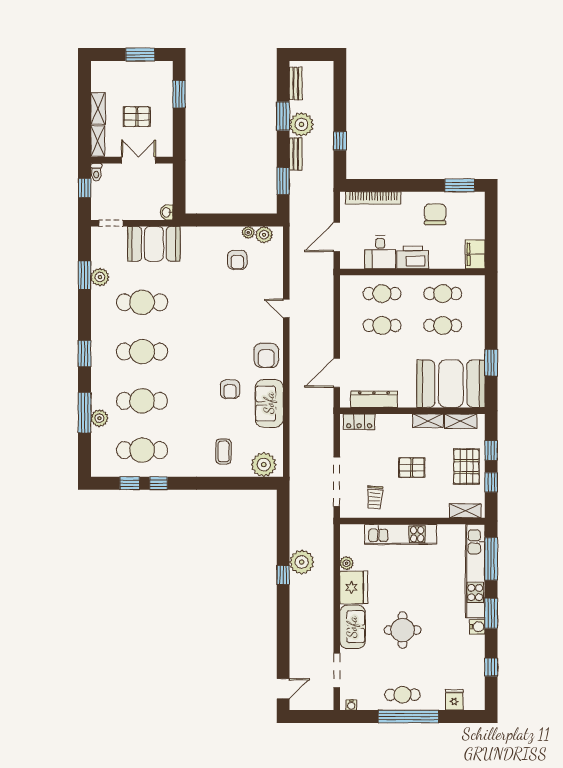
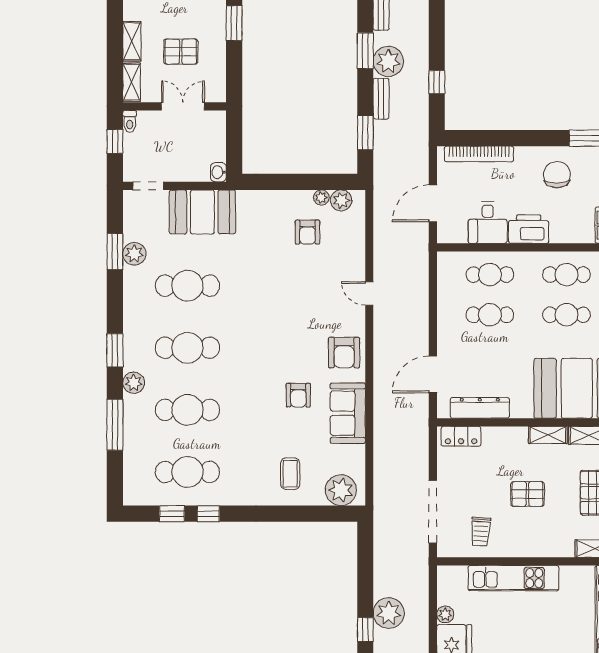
plant: (99, 418) -> (134, 383), moved

